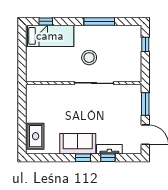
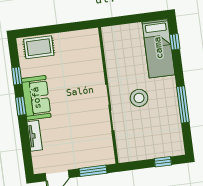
window: (108, 158) -> (17, 76), moved

